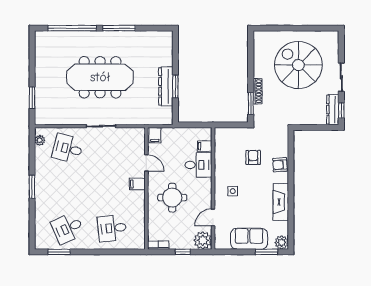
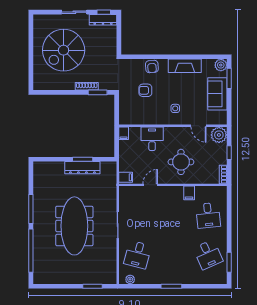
filing cabinet: (205, 146) -> (124, 133), moved
filing cabinet: (137, 184) -> (189, 193), moved

